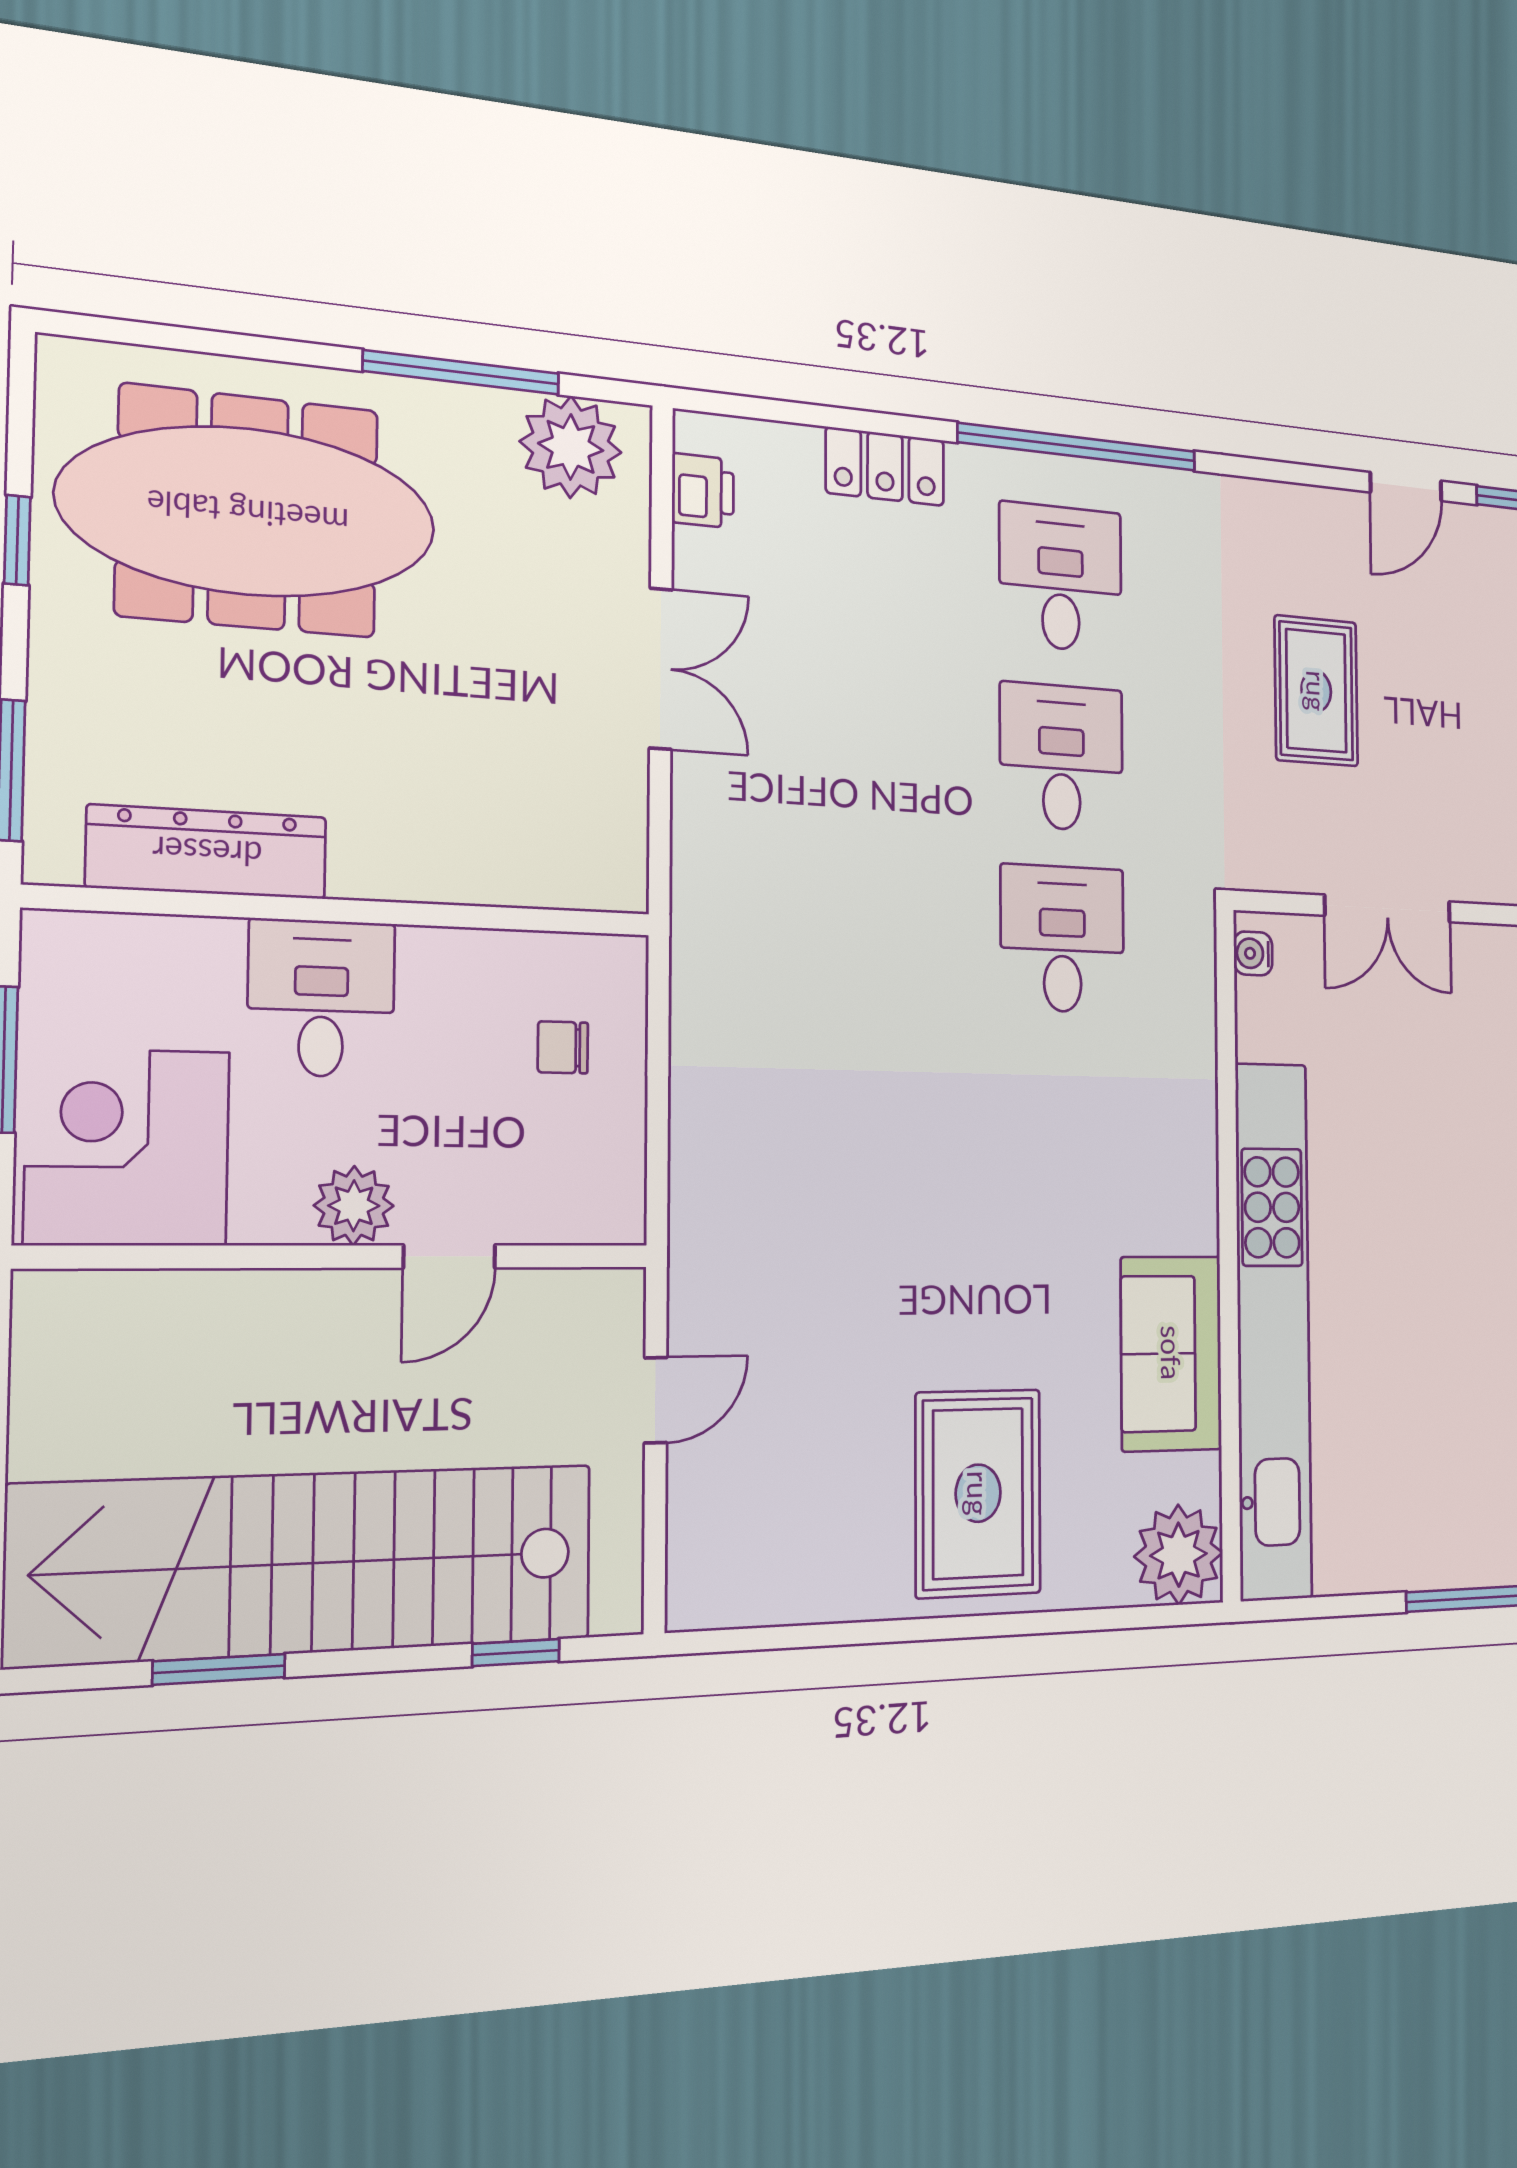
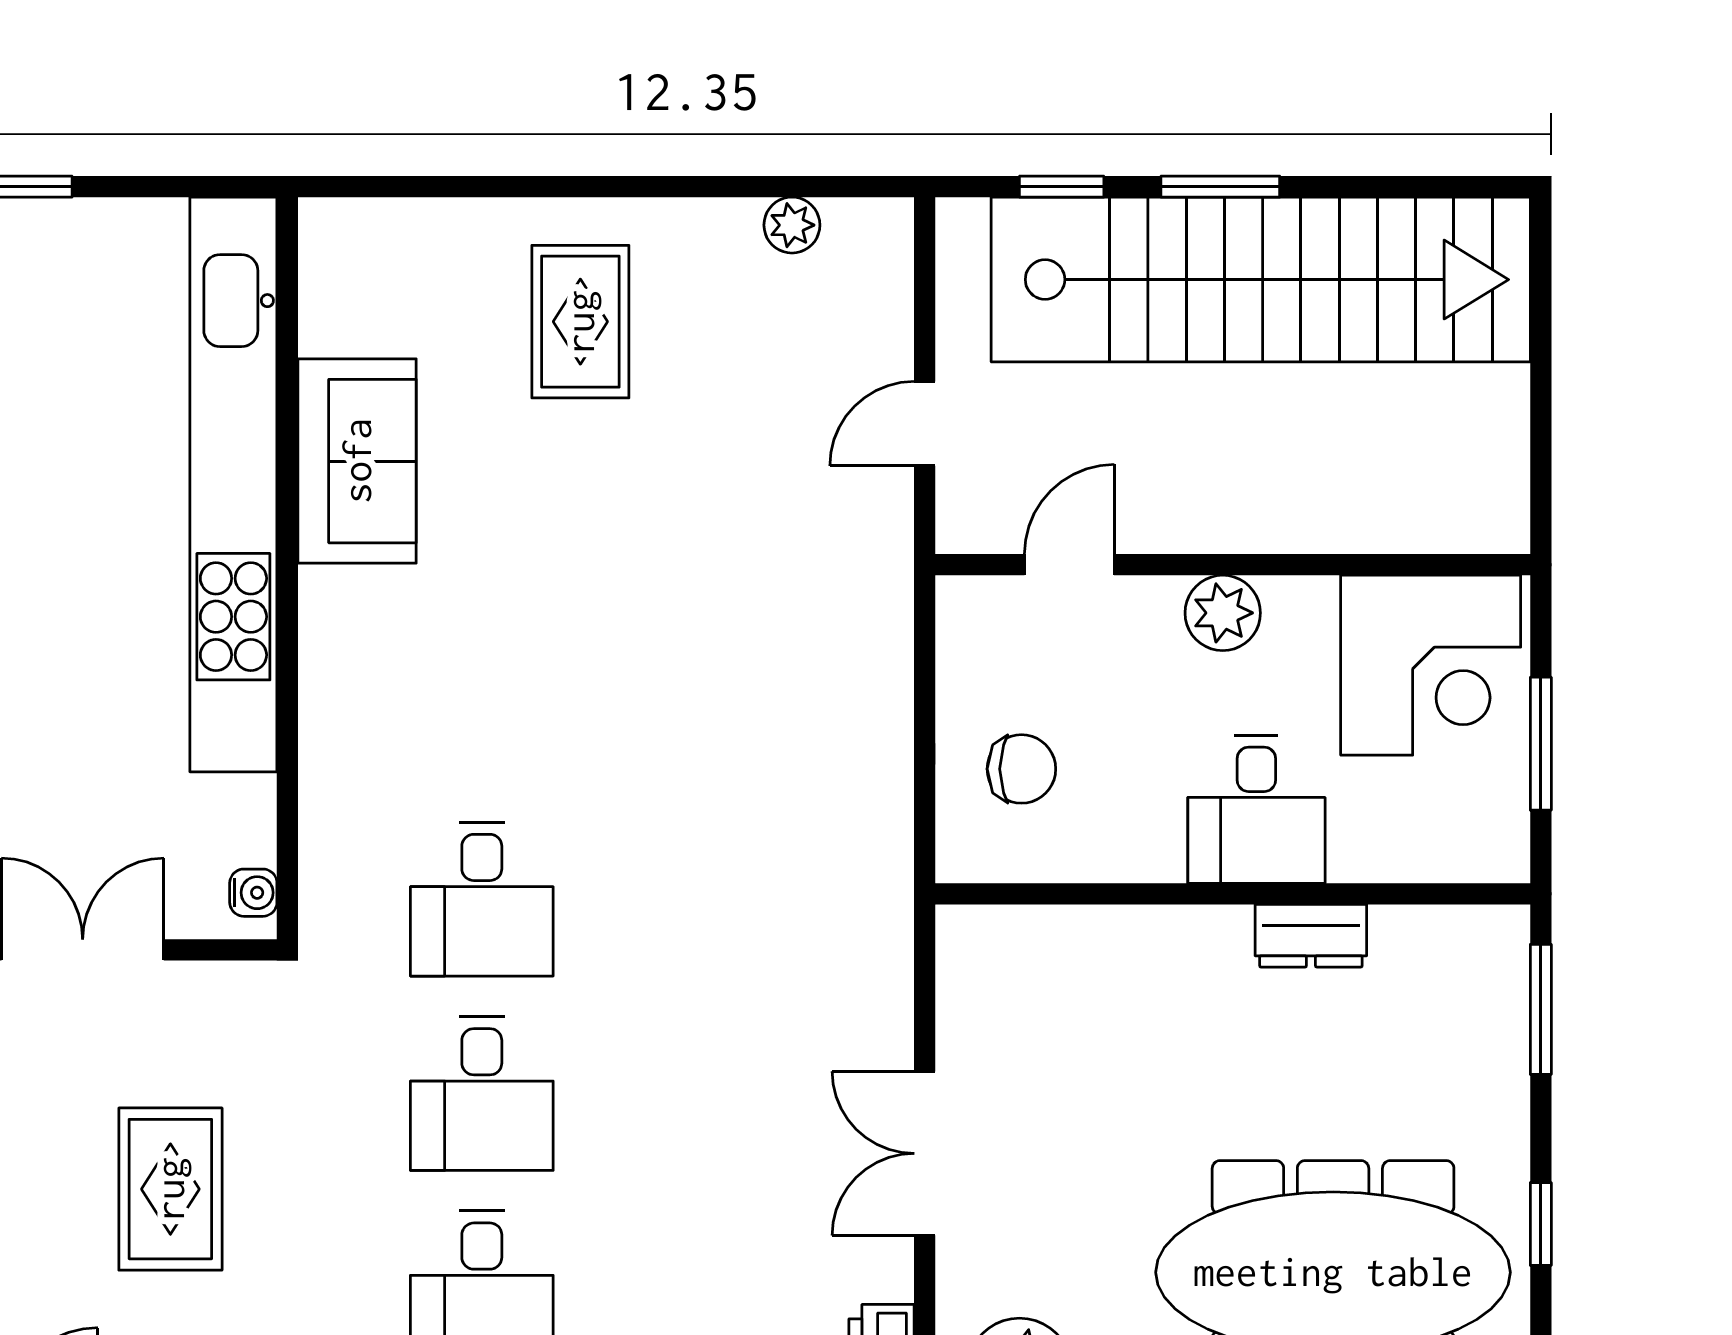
dresser: (207, 852) -> (1311, 936), width x0.51, depth x0.80
chair: (563, 1047) -> (1021, 769), width x1.37, depth x1.37
door: (449, 1257) -> (1069, 565), moved
rug: (978, 1493) -> (580, 322), width x0.73, depth x0.70
plant: (1179, 1555) -> (792, 225), moved, width x0.53, depth x0.53
window: (219, 1669) -> (1220, 187), moved

